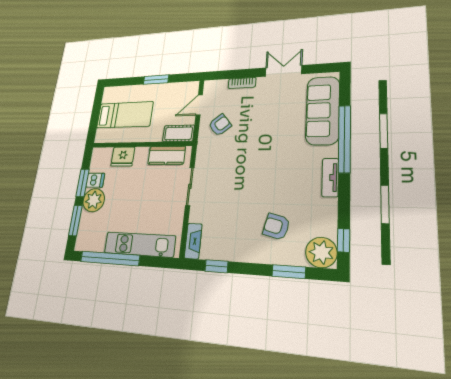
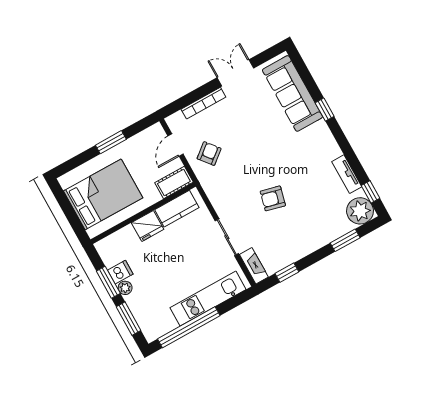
bookcase: (242, 83) -> (203, 103), width x1.56
bed: (125, 115) -> (103, 194), width x1.50
window: (344, 139) -> (325, 110), width x0.32
fridge: (123, 156) -> (148, 226), moved
tv unit: (330, 177) -> (347, 174), moved
sliding door: (190, 186) -> (227, 237), moved
plant: (94, 200) -> (125, 288), width x0.53, depth x0.53
armchair: (276, 227) -> (273, 198), moved

